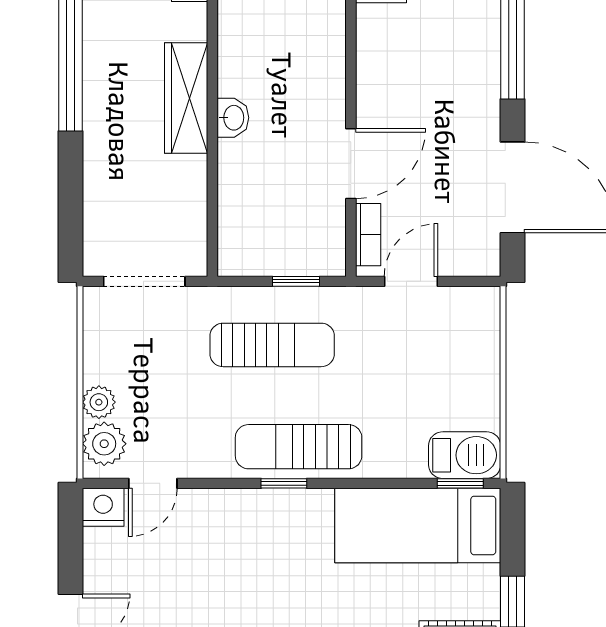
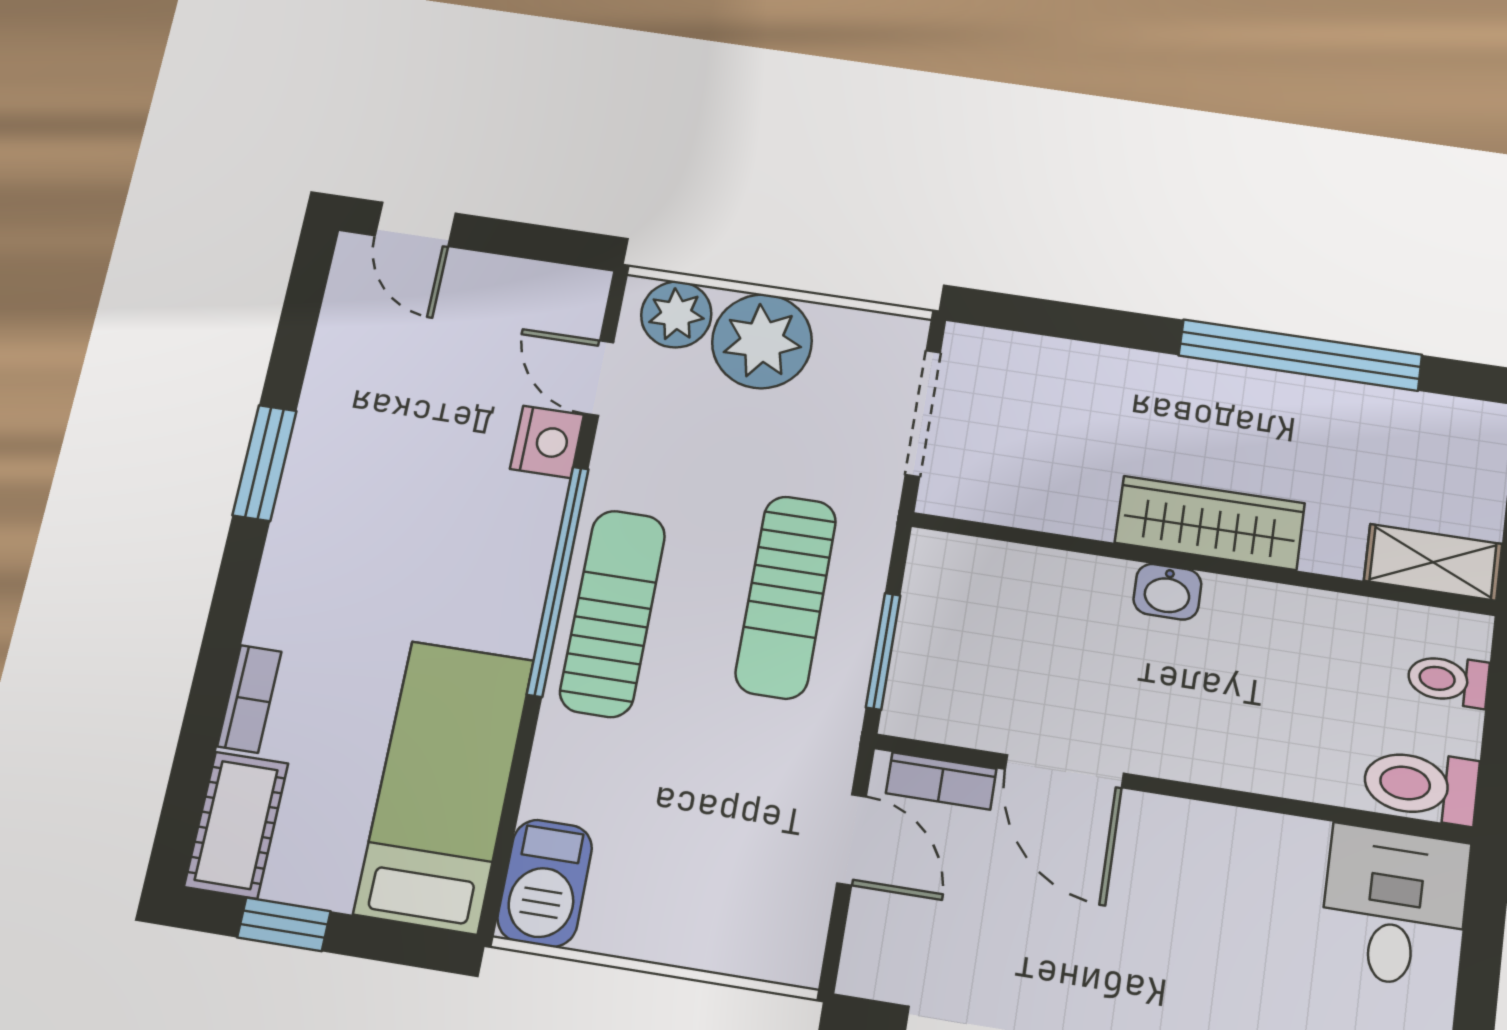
window: (296, 281) -> (883, 651), width x1.50
plant: (99, 402) -> (762, 341), width x1.87, depth x1.87
window: (284, 483) -> (558, 581), width x3.17
window: (460, 483) -> (499, 868), removed
nightstand: (103, 507) -> (547, 442), moved

